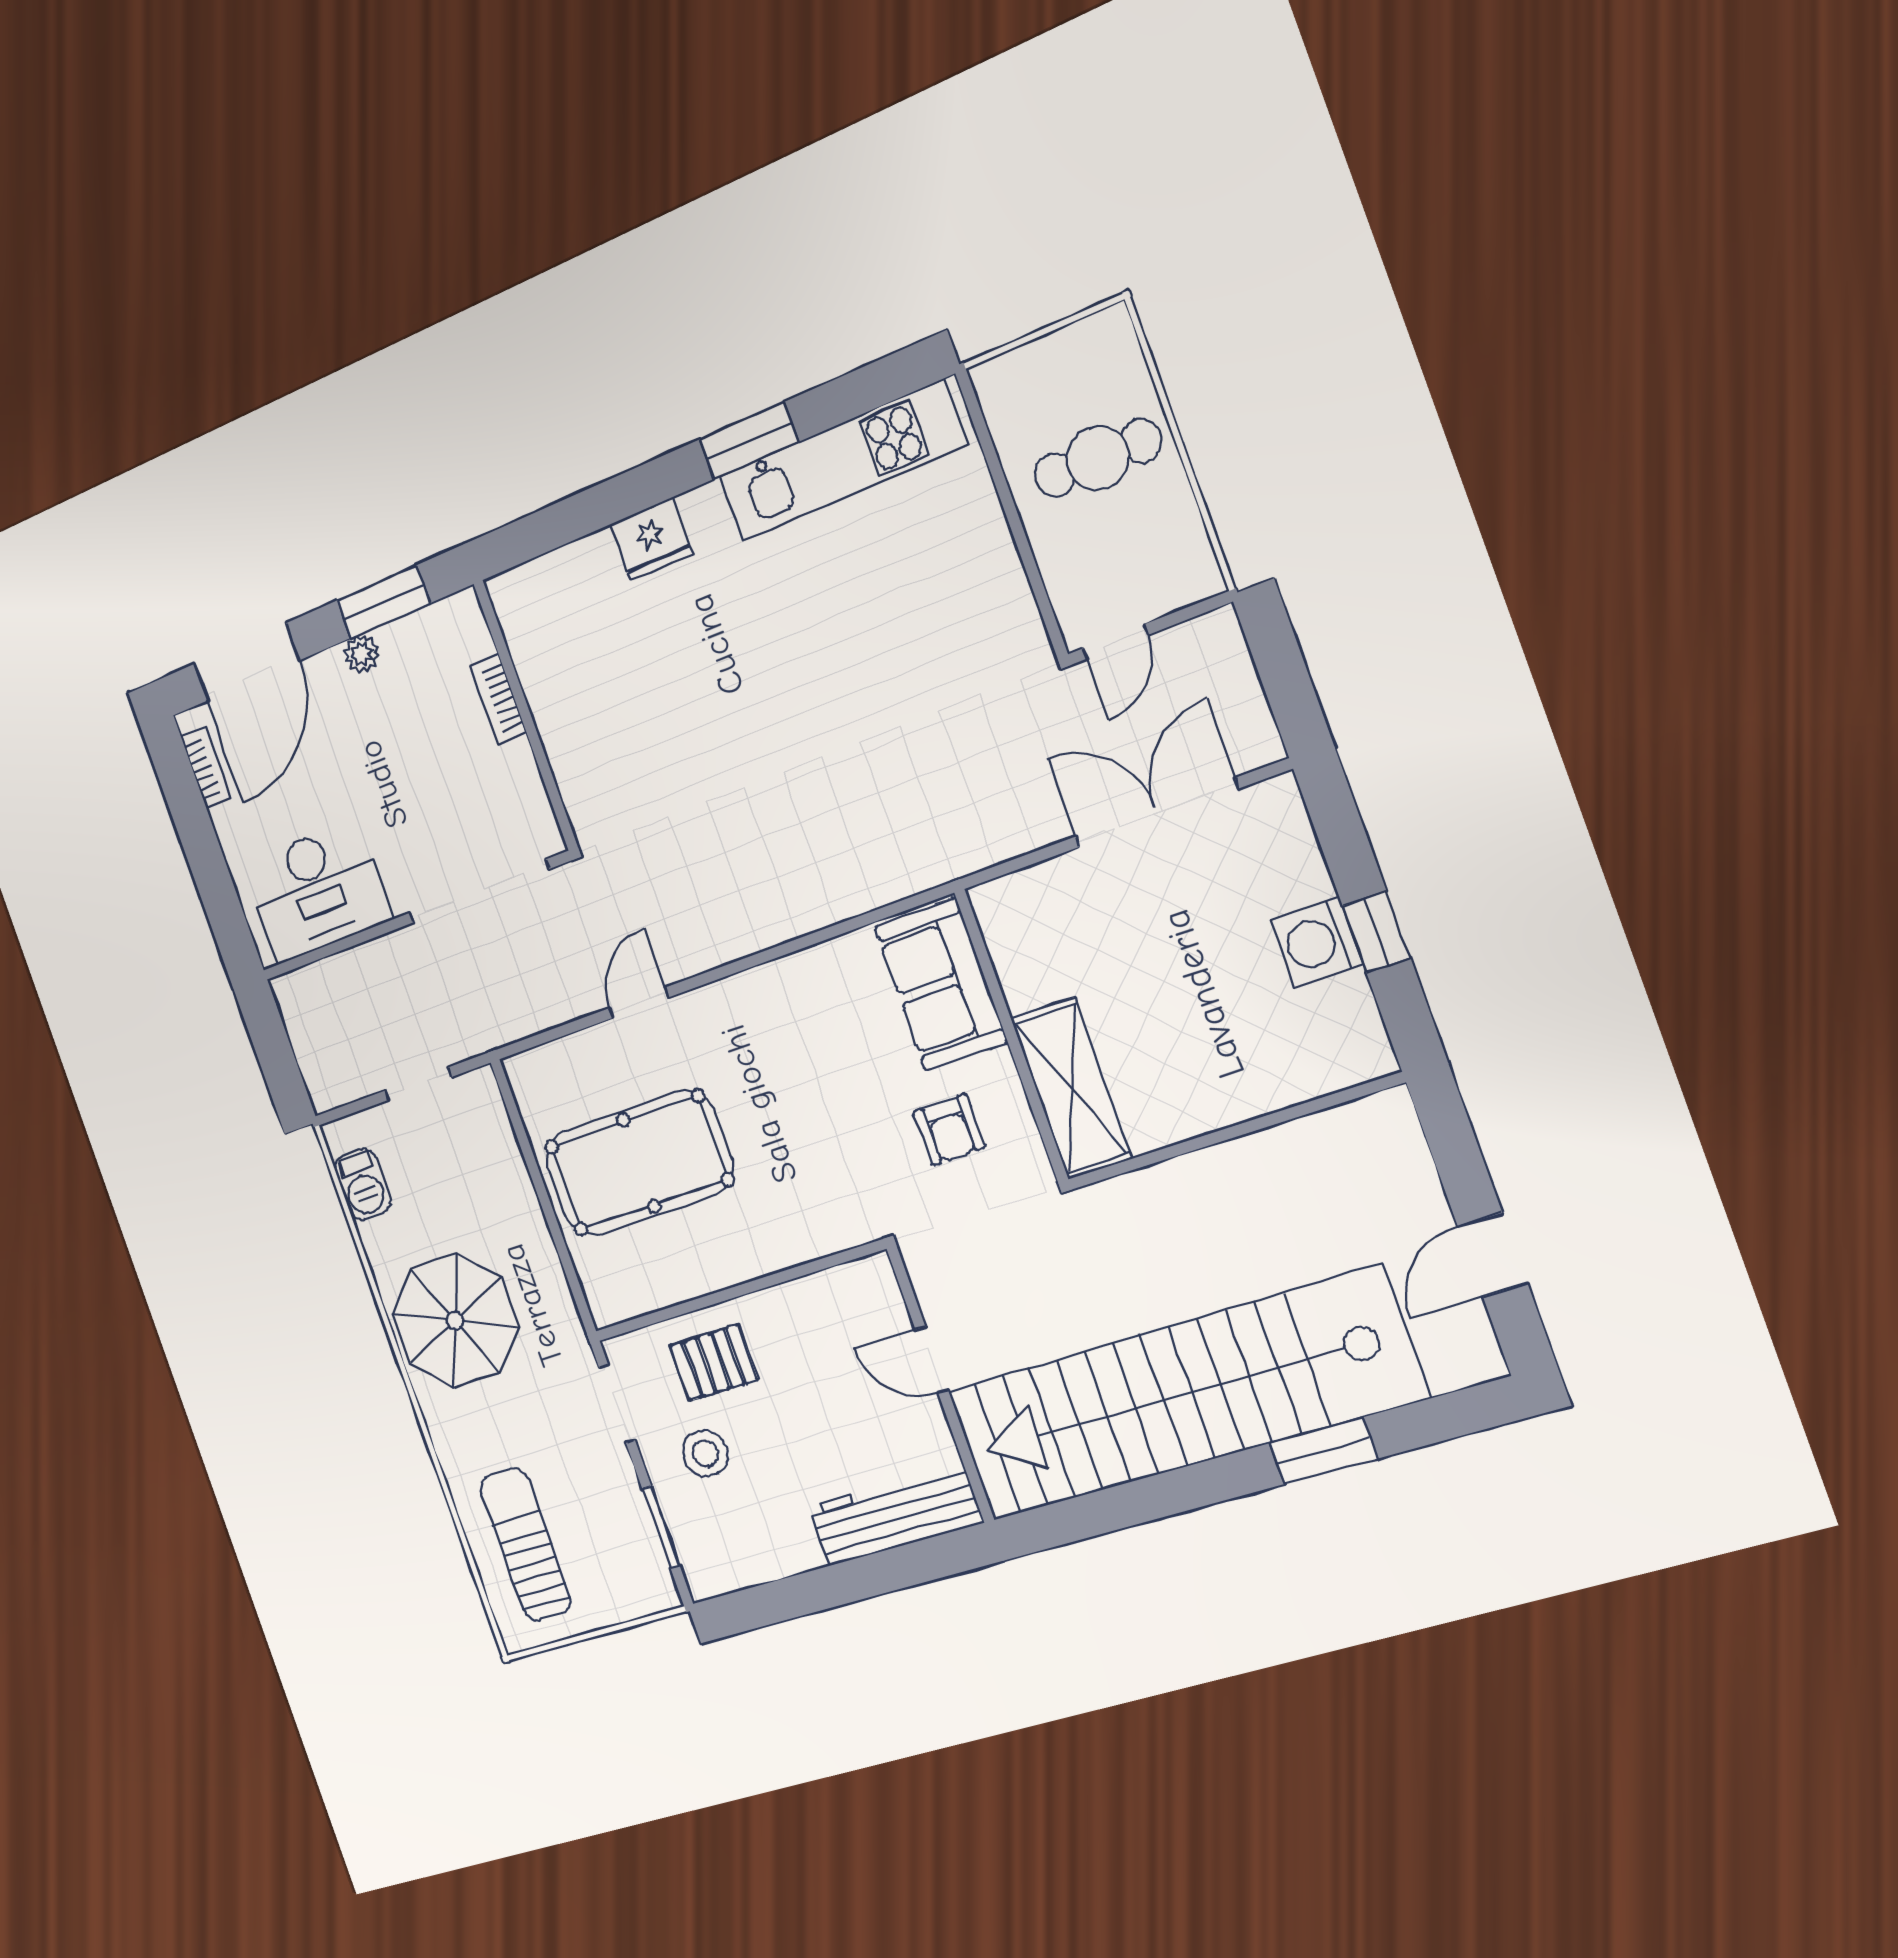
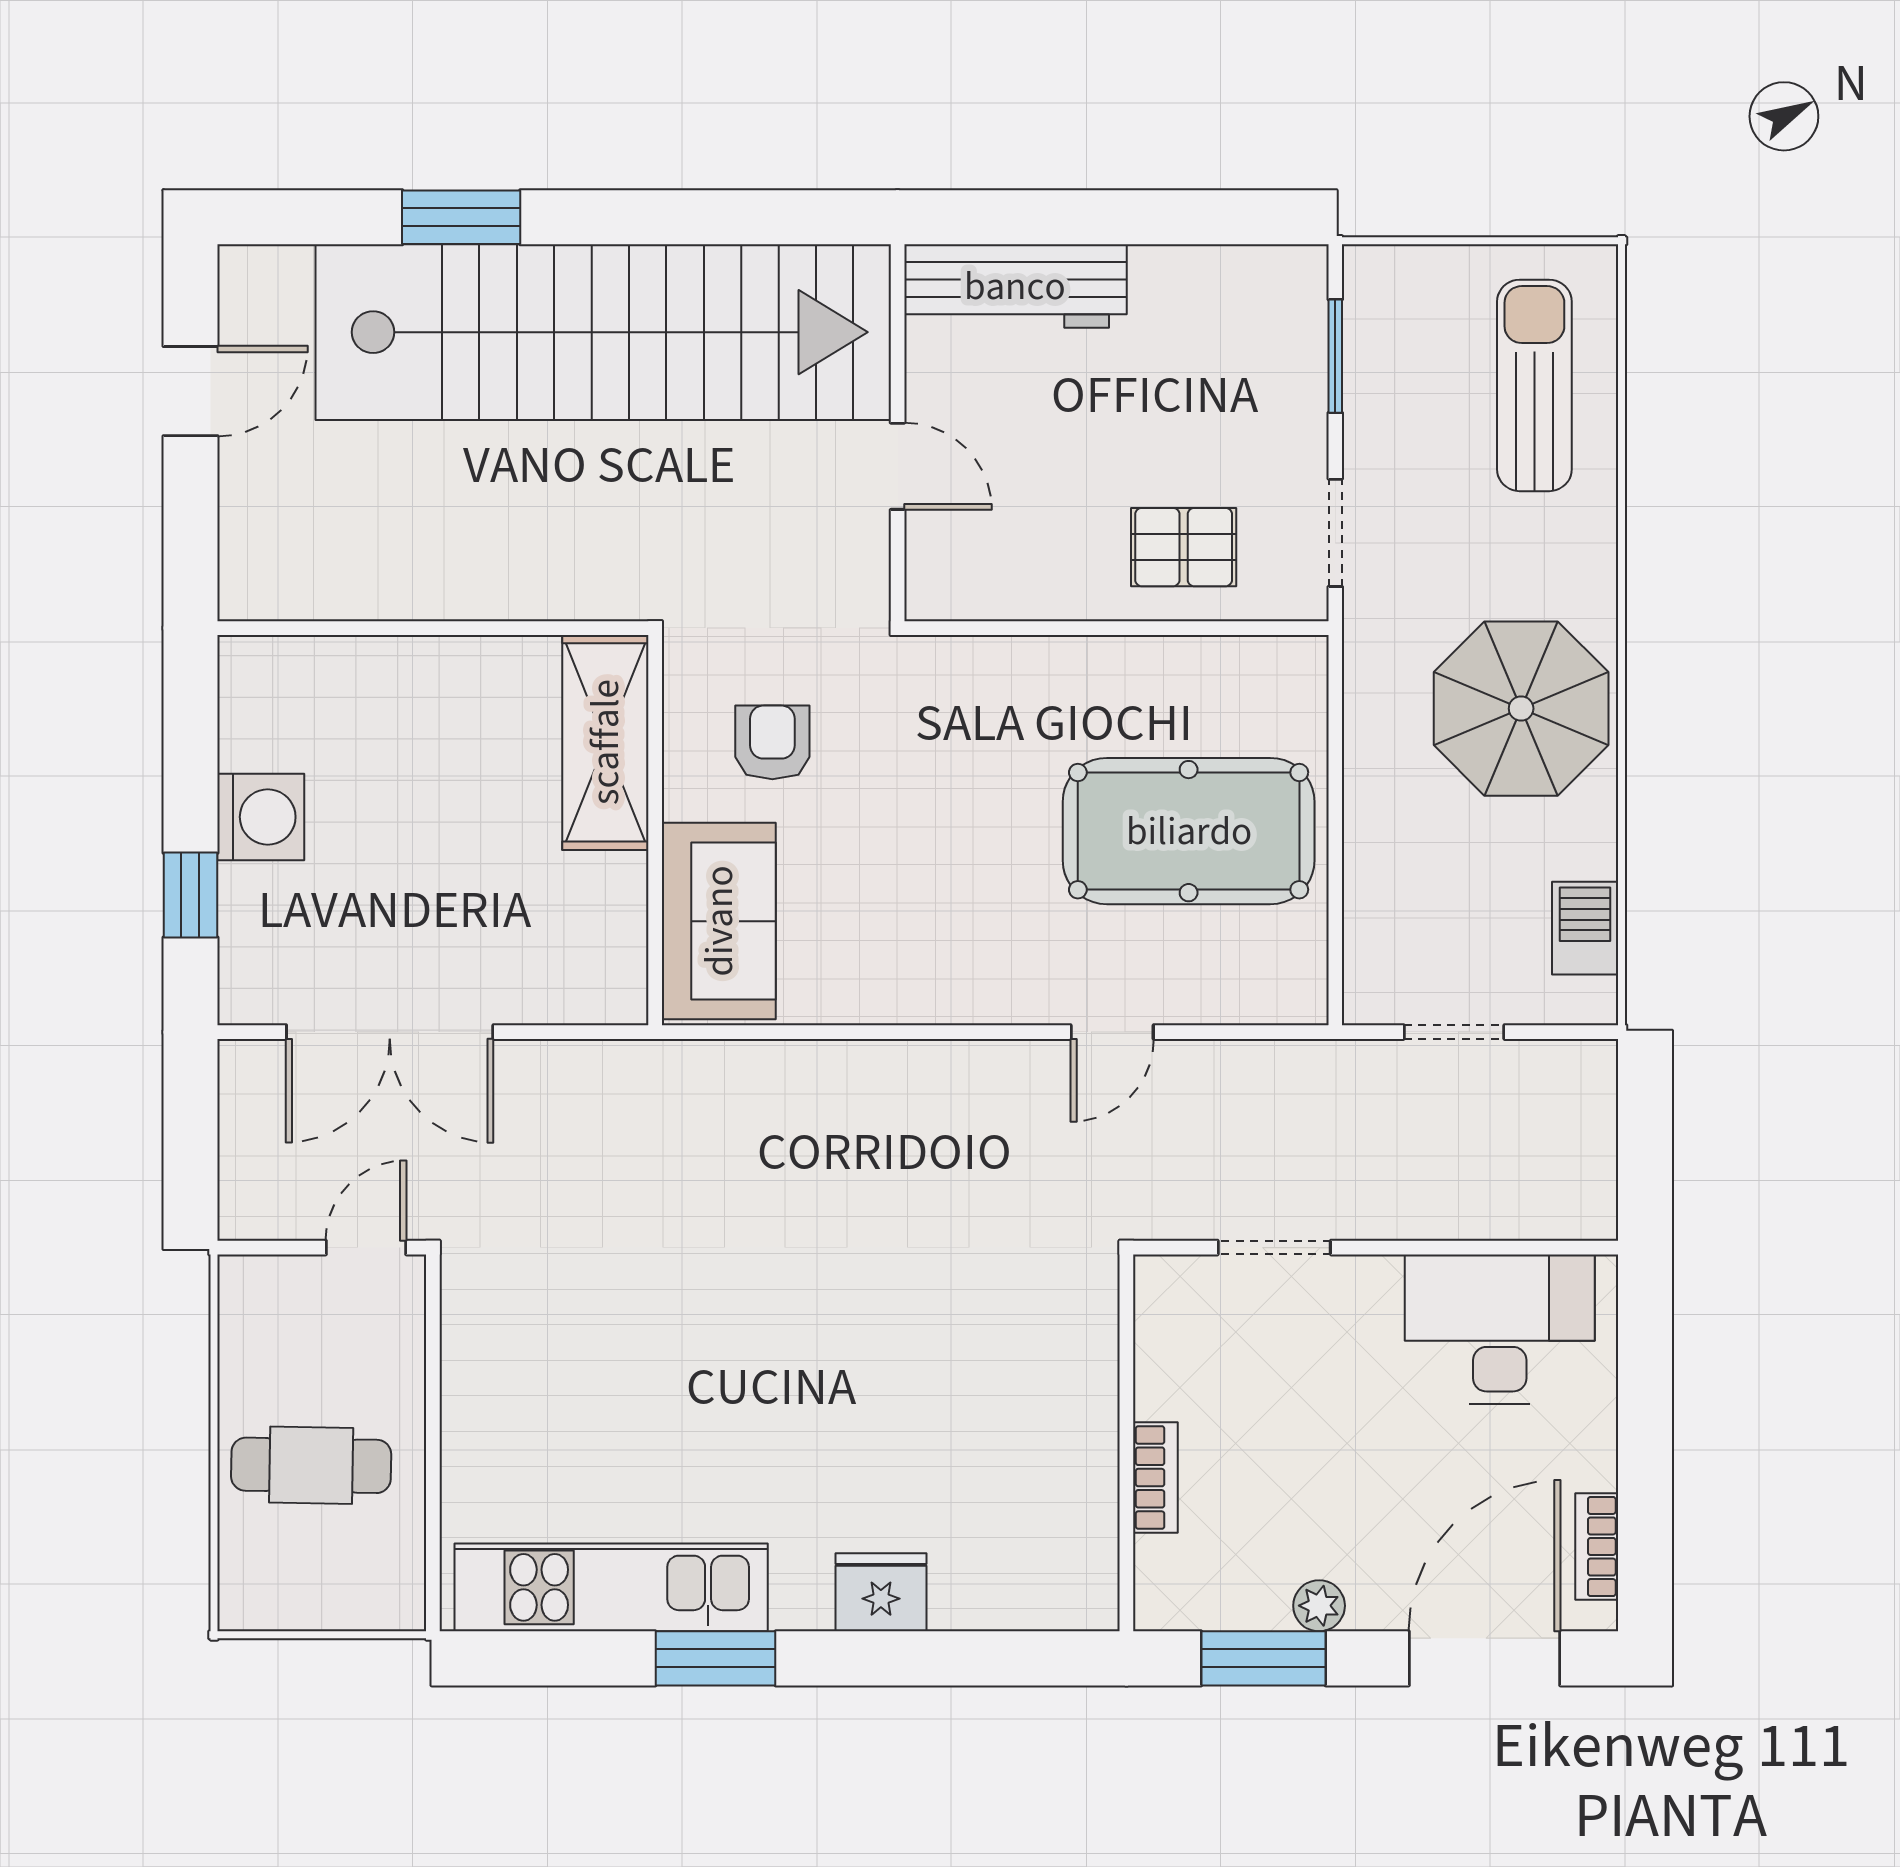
doorway: (479, 891) -> (1274, 1248), width x0.53
window: (1376, 932) -> (190, 895), moved
stool: (705, 1453) -> (1239, 434), removed
sun lounger: (525, 1544) -> (1534, 385), turned 180

